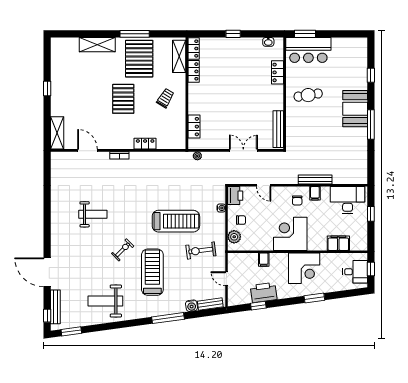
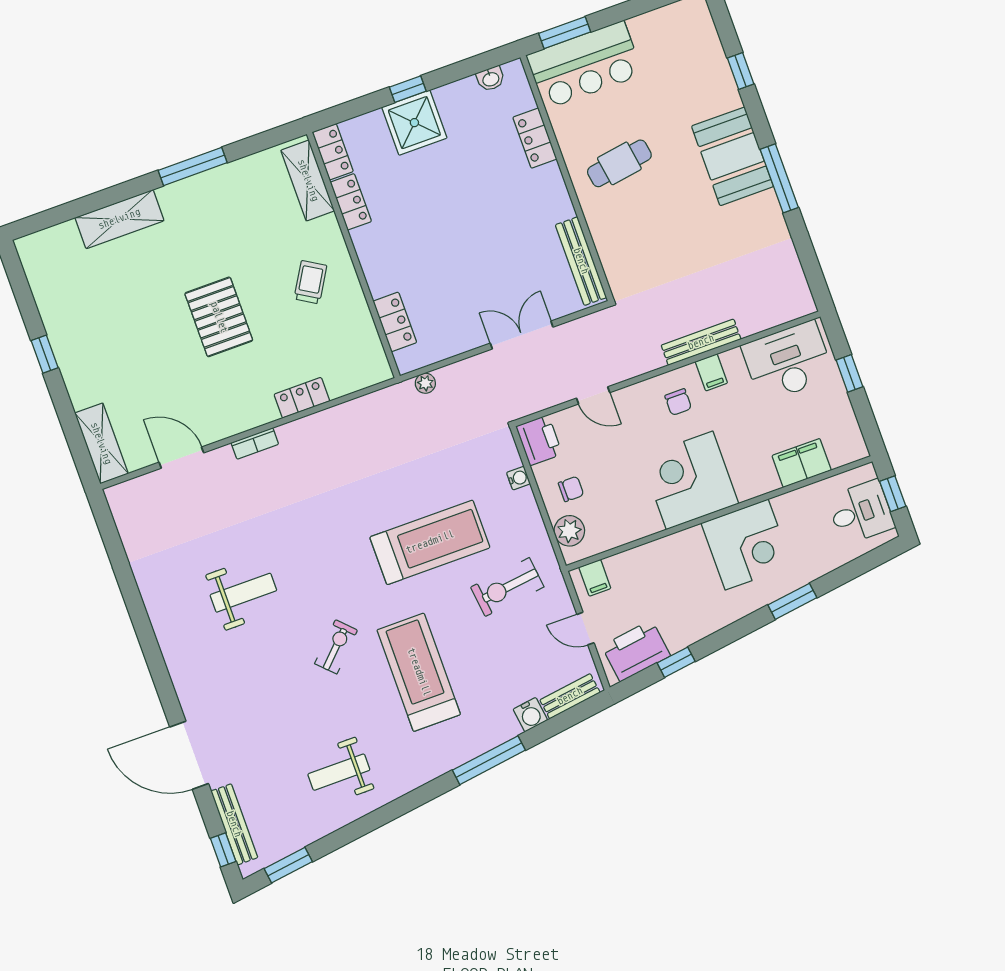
shower: (231, 49) -> (414, 123), added
pallet: (139, 59) -> (222, 217), removed
filing cabinet: (264, 260) -> (595, 578), moved
printer: (264, 292) -> (636, 651), moved
weight bench: (105, 301) -> (339, 772), width x0.73, depth x0.75

